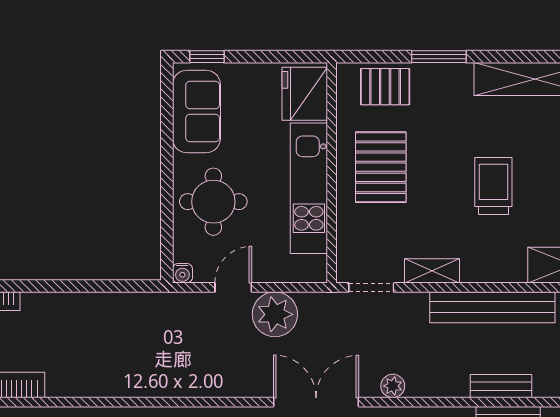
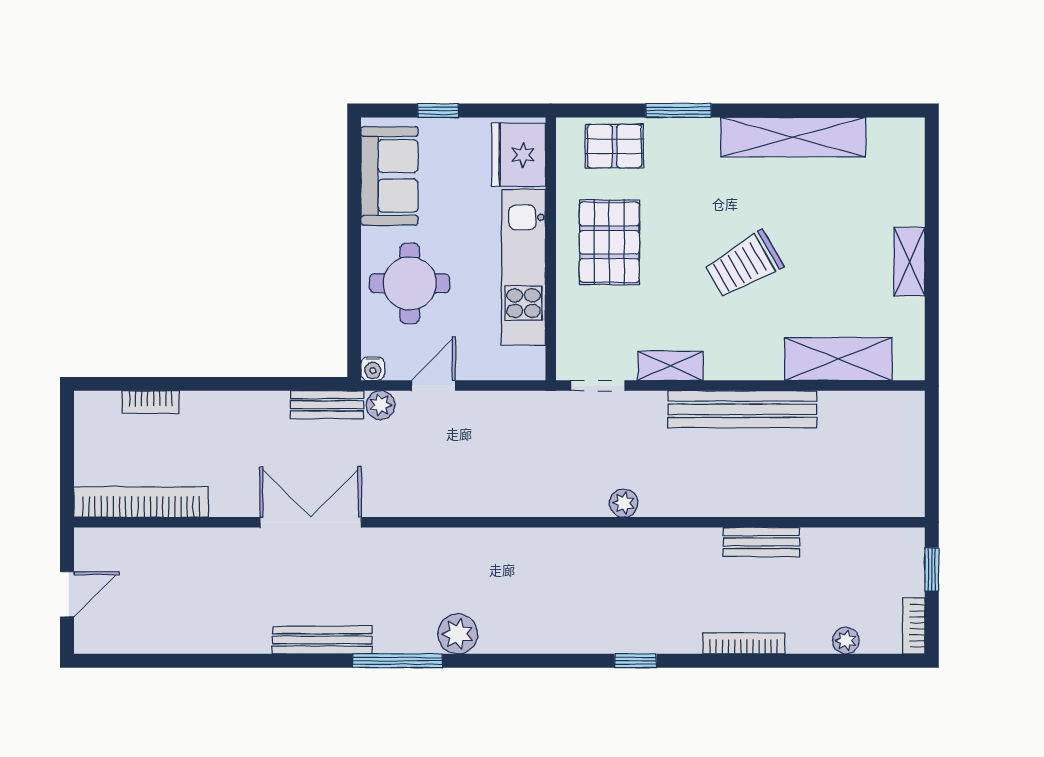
window: (207, 57) -> (438, 110), moved
trolley: (493, 186) -> (744, 265), turned -120
plant: (275, 314) -> (380, 405), moved, width x0.53, depth x0.53
bench: (501, 386) -> (327, 405), moved
double door: (316, 402) -> (311, 522), moved

